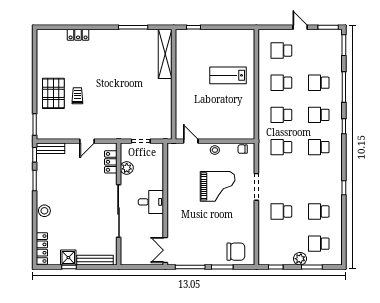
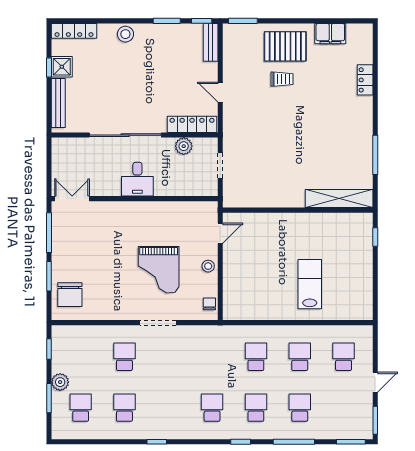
filing cabinet: (44, 60) -> (330, 34), added
school desk: (281, 147) -> (212, 357), removed
locker: (111, 162) -> (192, 124), width x1.53

